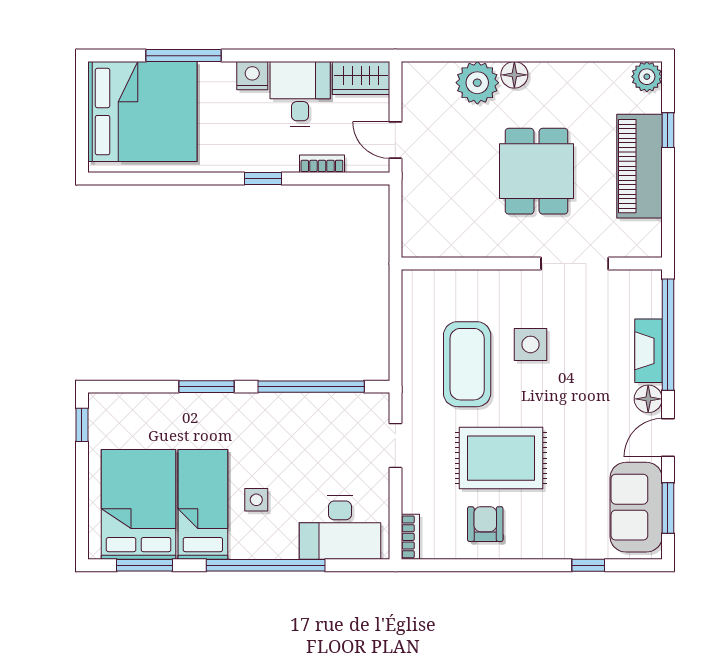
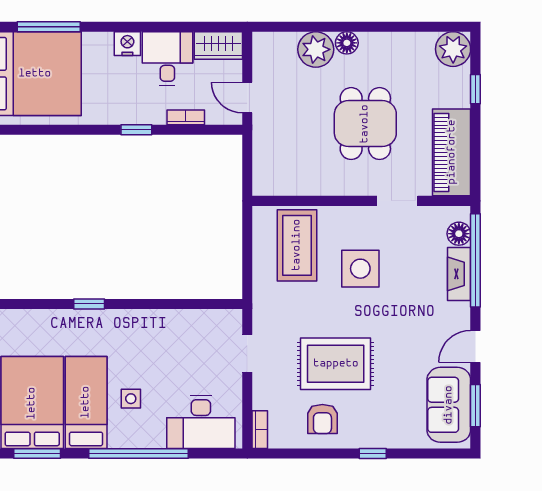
window: (184, 56) -> (49, 27), moved
plant: (647, 77) -> (453, 49), width x1.36, depth x1.36
piano: (639, 166) -> (452, 152), moved
doorway: (575, 264) -> (397, 201), width x0.73
side table: (530, 344) -> (360, 269), width x1.37, depth x1.37
coffee table: (467, 364) -> (297, 245), moved
window: (207, 387) -> (89, 304), width x0.67
window: (311, 387) -> (177, 304), removed
floor lamp: (648, 399) -> (459, 234), moved
armchair: (485, 524) -> (322, 419), turned 180
window: (588, 565) -> (373, 454), moved

